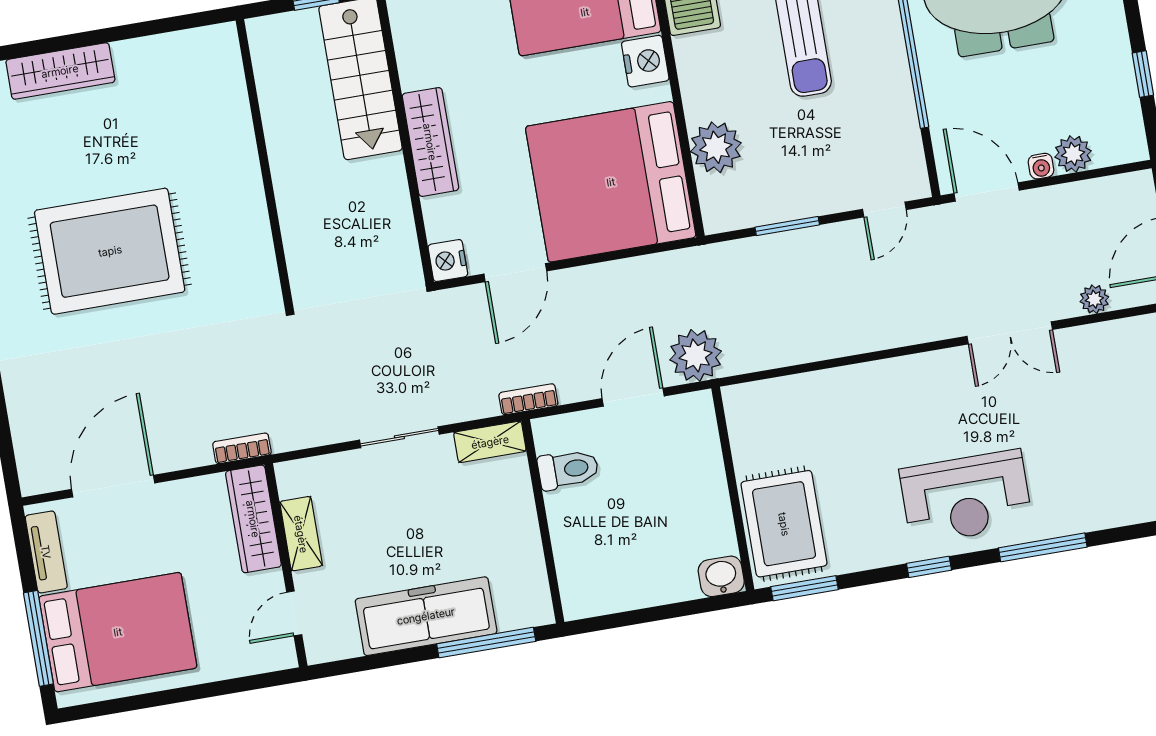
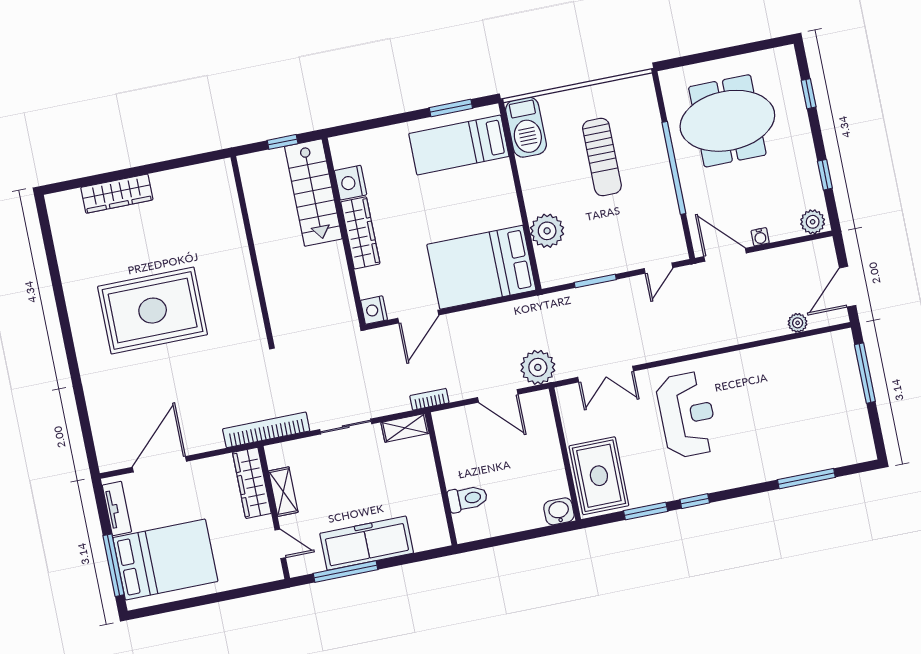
nightstand: (645, 61) -> (350, 183), moved, turned 180
plant: (1073, 154) -> (813, 222), moved
bed: (611, 182) -> (481, 267), width x0.73
double door: (1010, 333) -> (606, 374), moved
door: (633, 397) -> (498, 396), swing flipped
bookcase: (242, 448) -> (266, 430), width x2.31, depth x1.31
toilet: (568, 469) -> (468, 499), moved
reception desk: (966, 497) -> (687, 415), moved, turned -90
window: (1043, 547) -> (806, 479), moved
window: (804, 588) -> (646, 511), moved
door: (294, 613) -> (280, 544), swing flipped
window: (486, 643) -> (346, 572), moved

